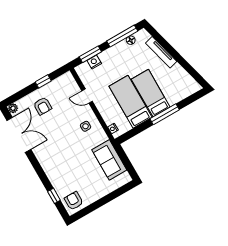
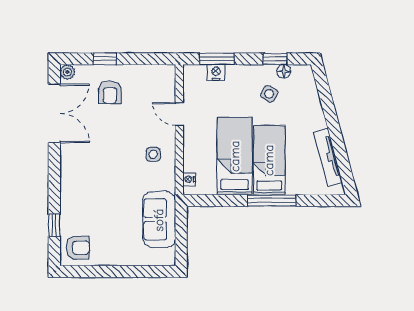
window: (122, 36) -> (275, 59), width x0.46
tv unit: (161, 52) -> (328, 157), moved
side table: (130, 57) -> (269, 94), added
window: (43, 81) -> (105, 59), moved
armchair: (74, 201) -> (78, 248), turned 90

